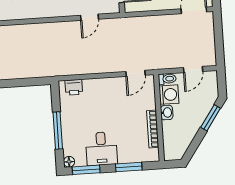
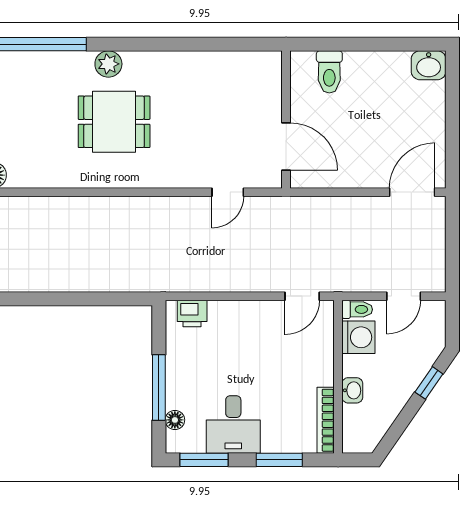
washbasin: (167, 113) -> (352, 390), moved
window: (211, 118) -> (429, 383), width x0.67
bookcase: (153, 129) -> (326, 420), moved
floor lamp: (69, 162) -> (175, 420), moved

